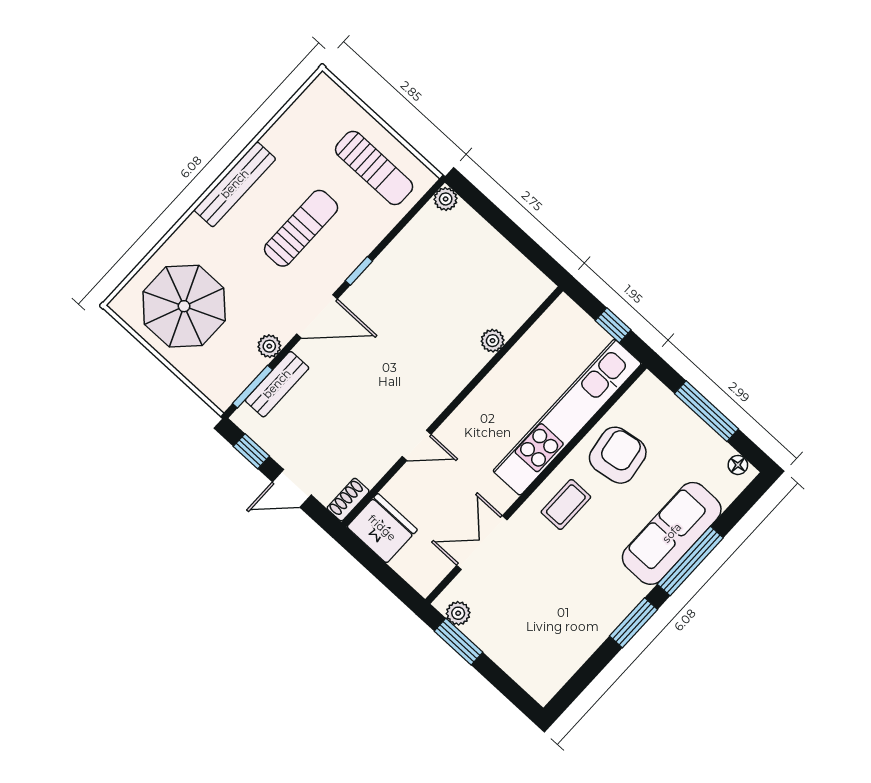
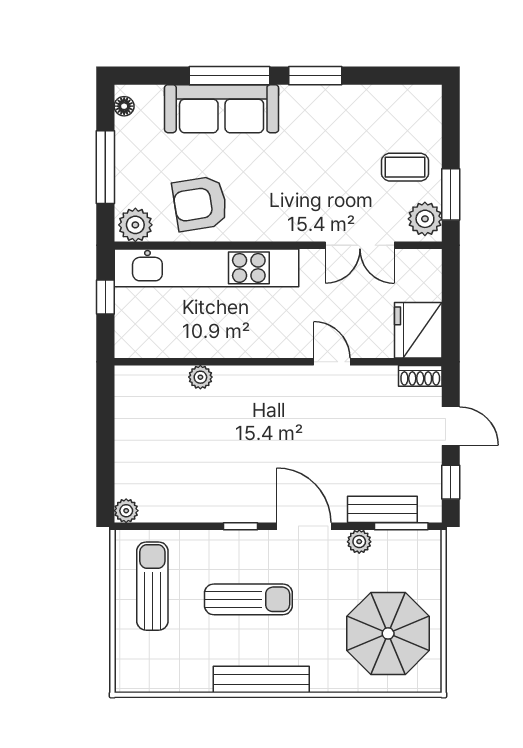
sun lounger: (301, 228) -> (248, 599), turned 180
plant: (645, 395) -> (135, 225), added
coffee table: (566, 504) -> (405, 167), moved
plant: (458, 613) -> (425, 219), width x1.38, depth x1.38

